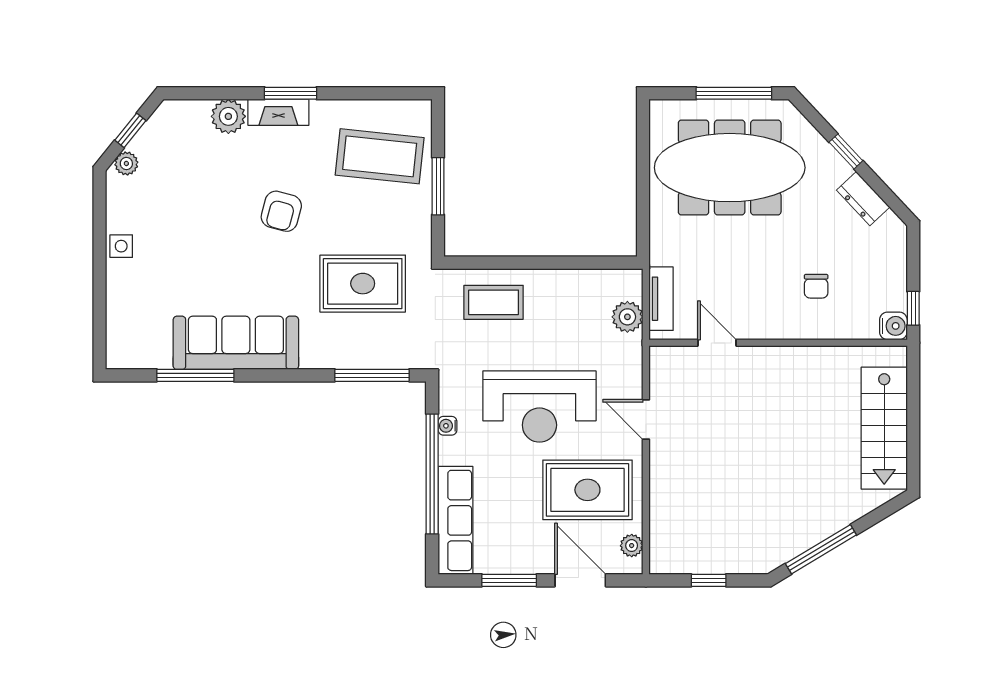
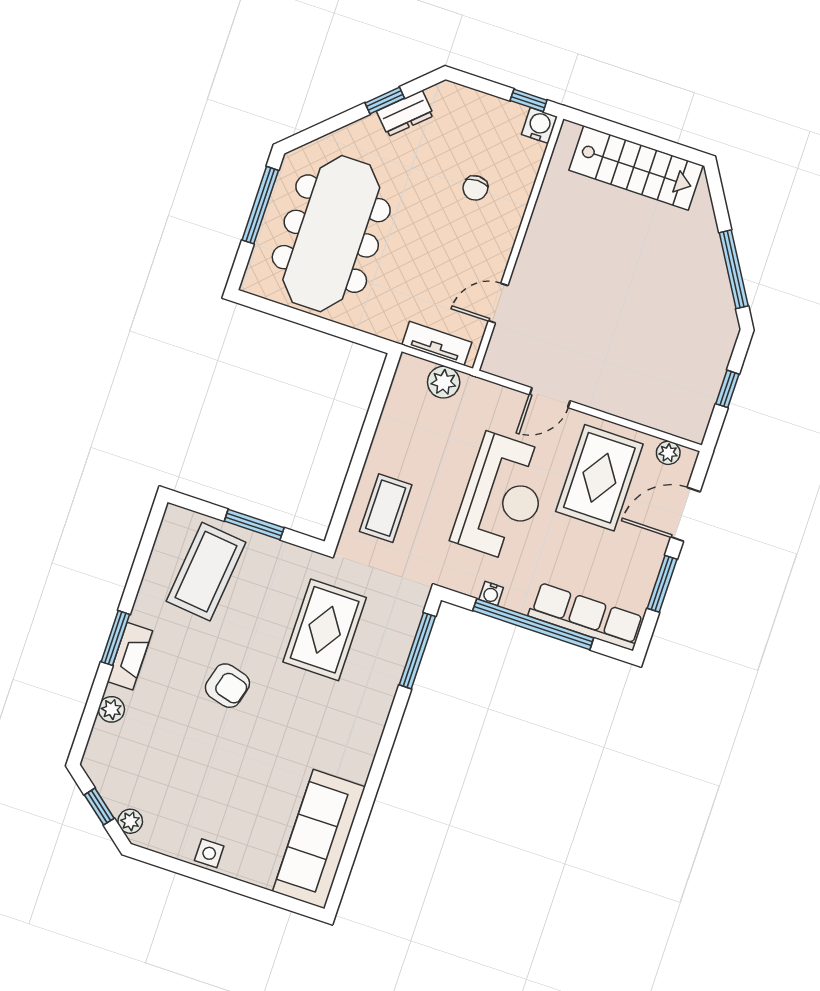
plant: (228, 116) -> (111, 709), width x0.73, depth x0.73
window: (846, 151) -> (385, 101), moved
chair: (816, 286) -> (475, 188), turned 90
sofa: (236, 343) -> (319, 839), moved
window: (195, 375) -> (360, 823), removed

